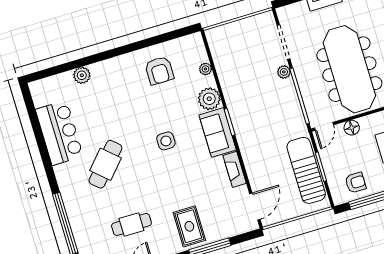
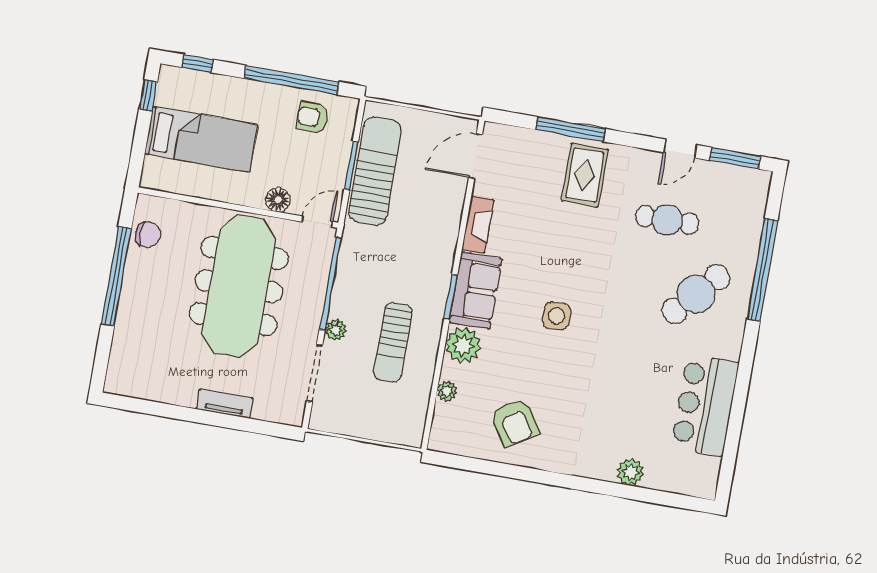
armchair: (159, 71) -> (515, 422), turned 147
sun lounger: (249, 81) -> (393, 342), added
cafe table: (105, 164) -> (696, 294), moved
sun lounger: (306, 170) -> (375, 171), turned 180

